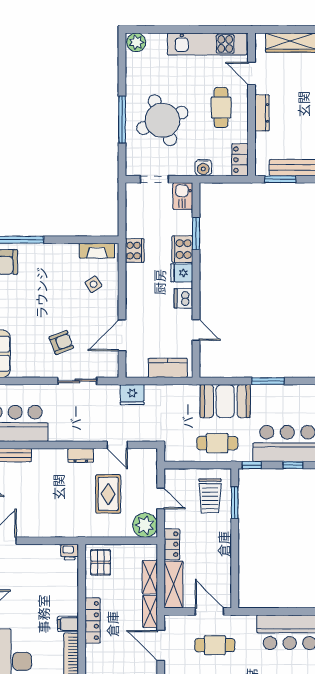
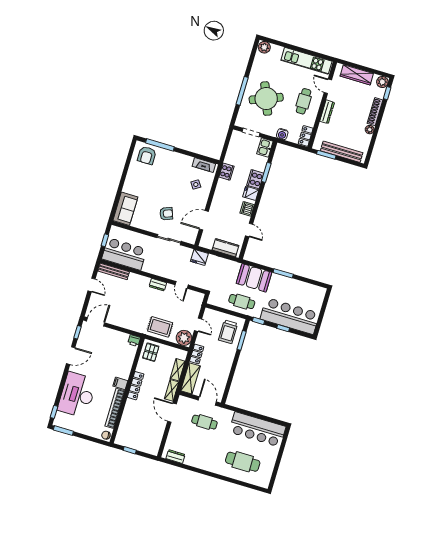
rug: (108, 494) -> (160, 327), moved, turned 90

